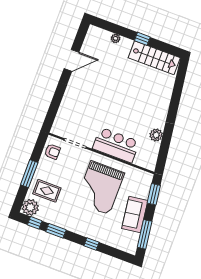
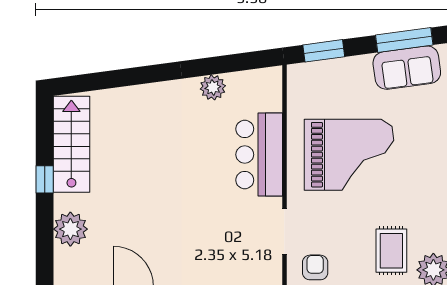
plant: (116, 38) -> (70, 229), width x1.87, depth x1.87
sofa: (135, 214) -> (407, 68), moved

